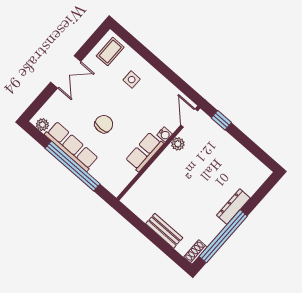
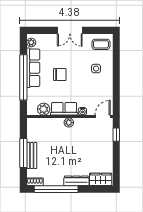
plant: (178, 144) -> (69, 123), moved
plant: (126, 174) -> (44, 109), added
wardrobe: (255, 179) -> (101, 179), added
window: (154, 237) -> (23, 153), added

